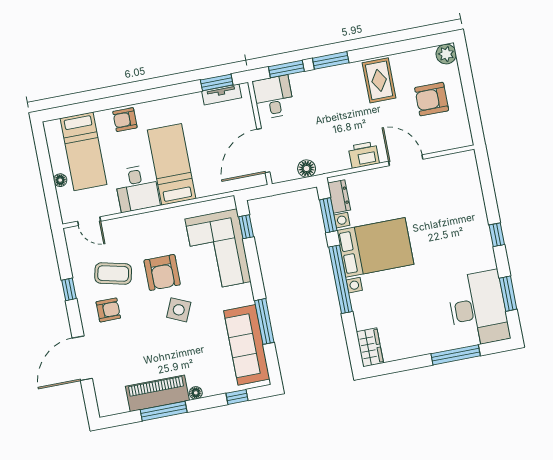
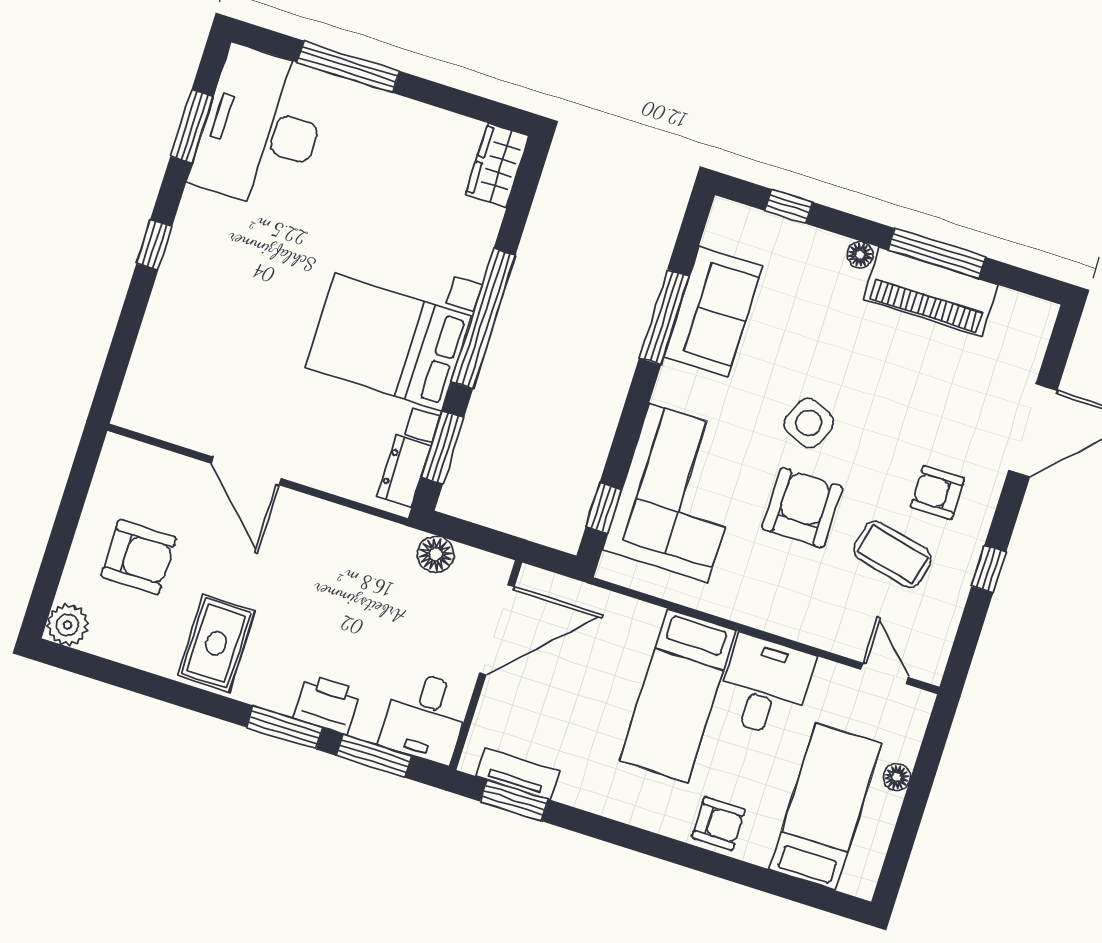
printer: (364, 155) -> (327, 704), moved, turned 180
sofa: (247, 345) -> (713, 312), width x0.73

